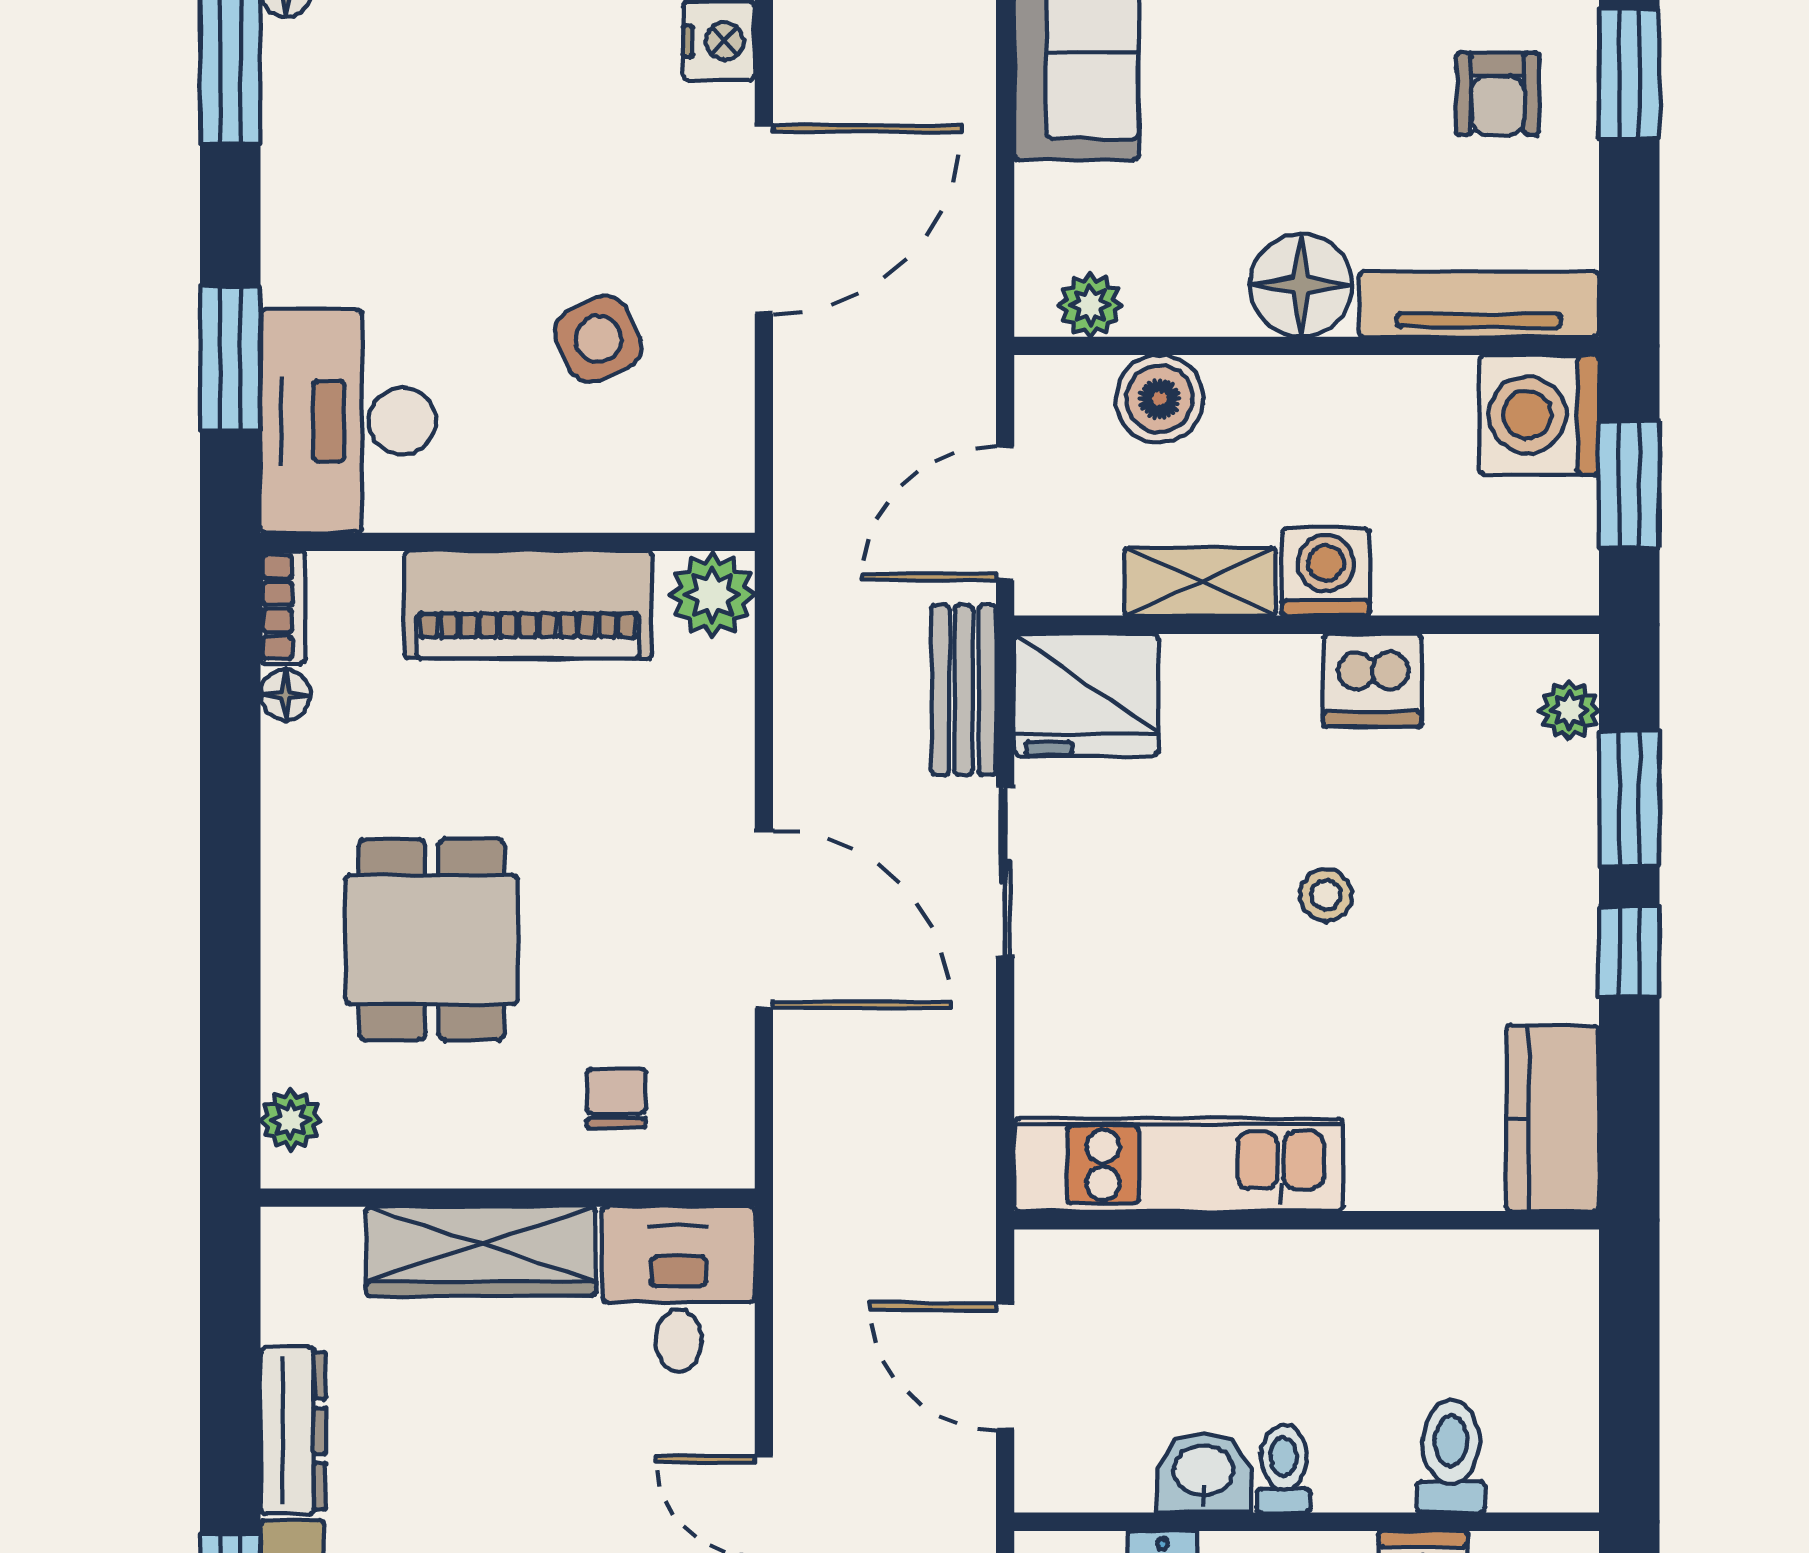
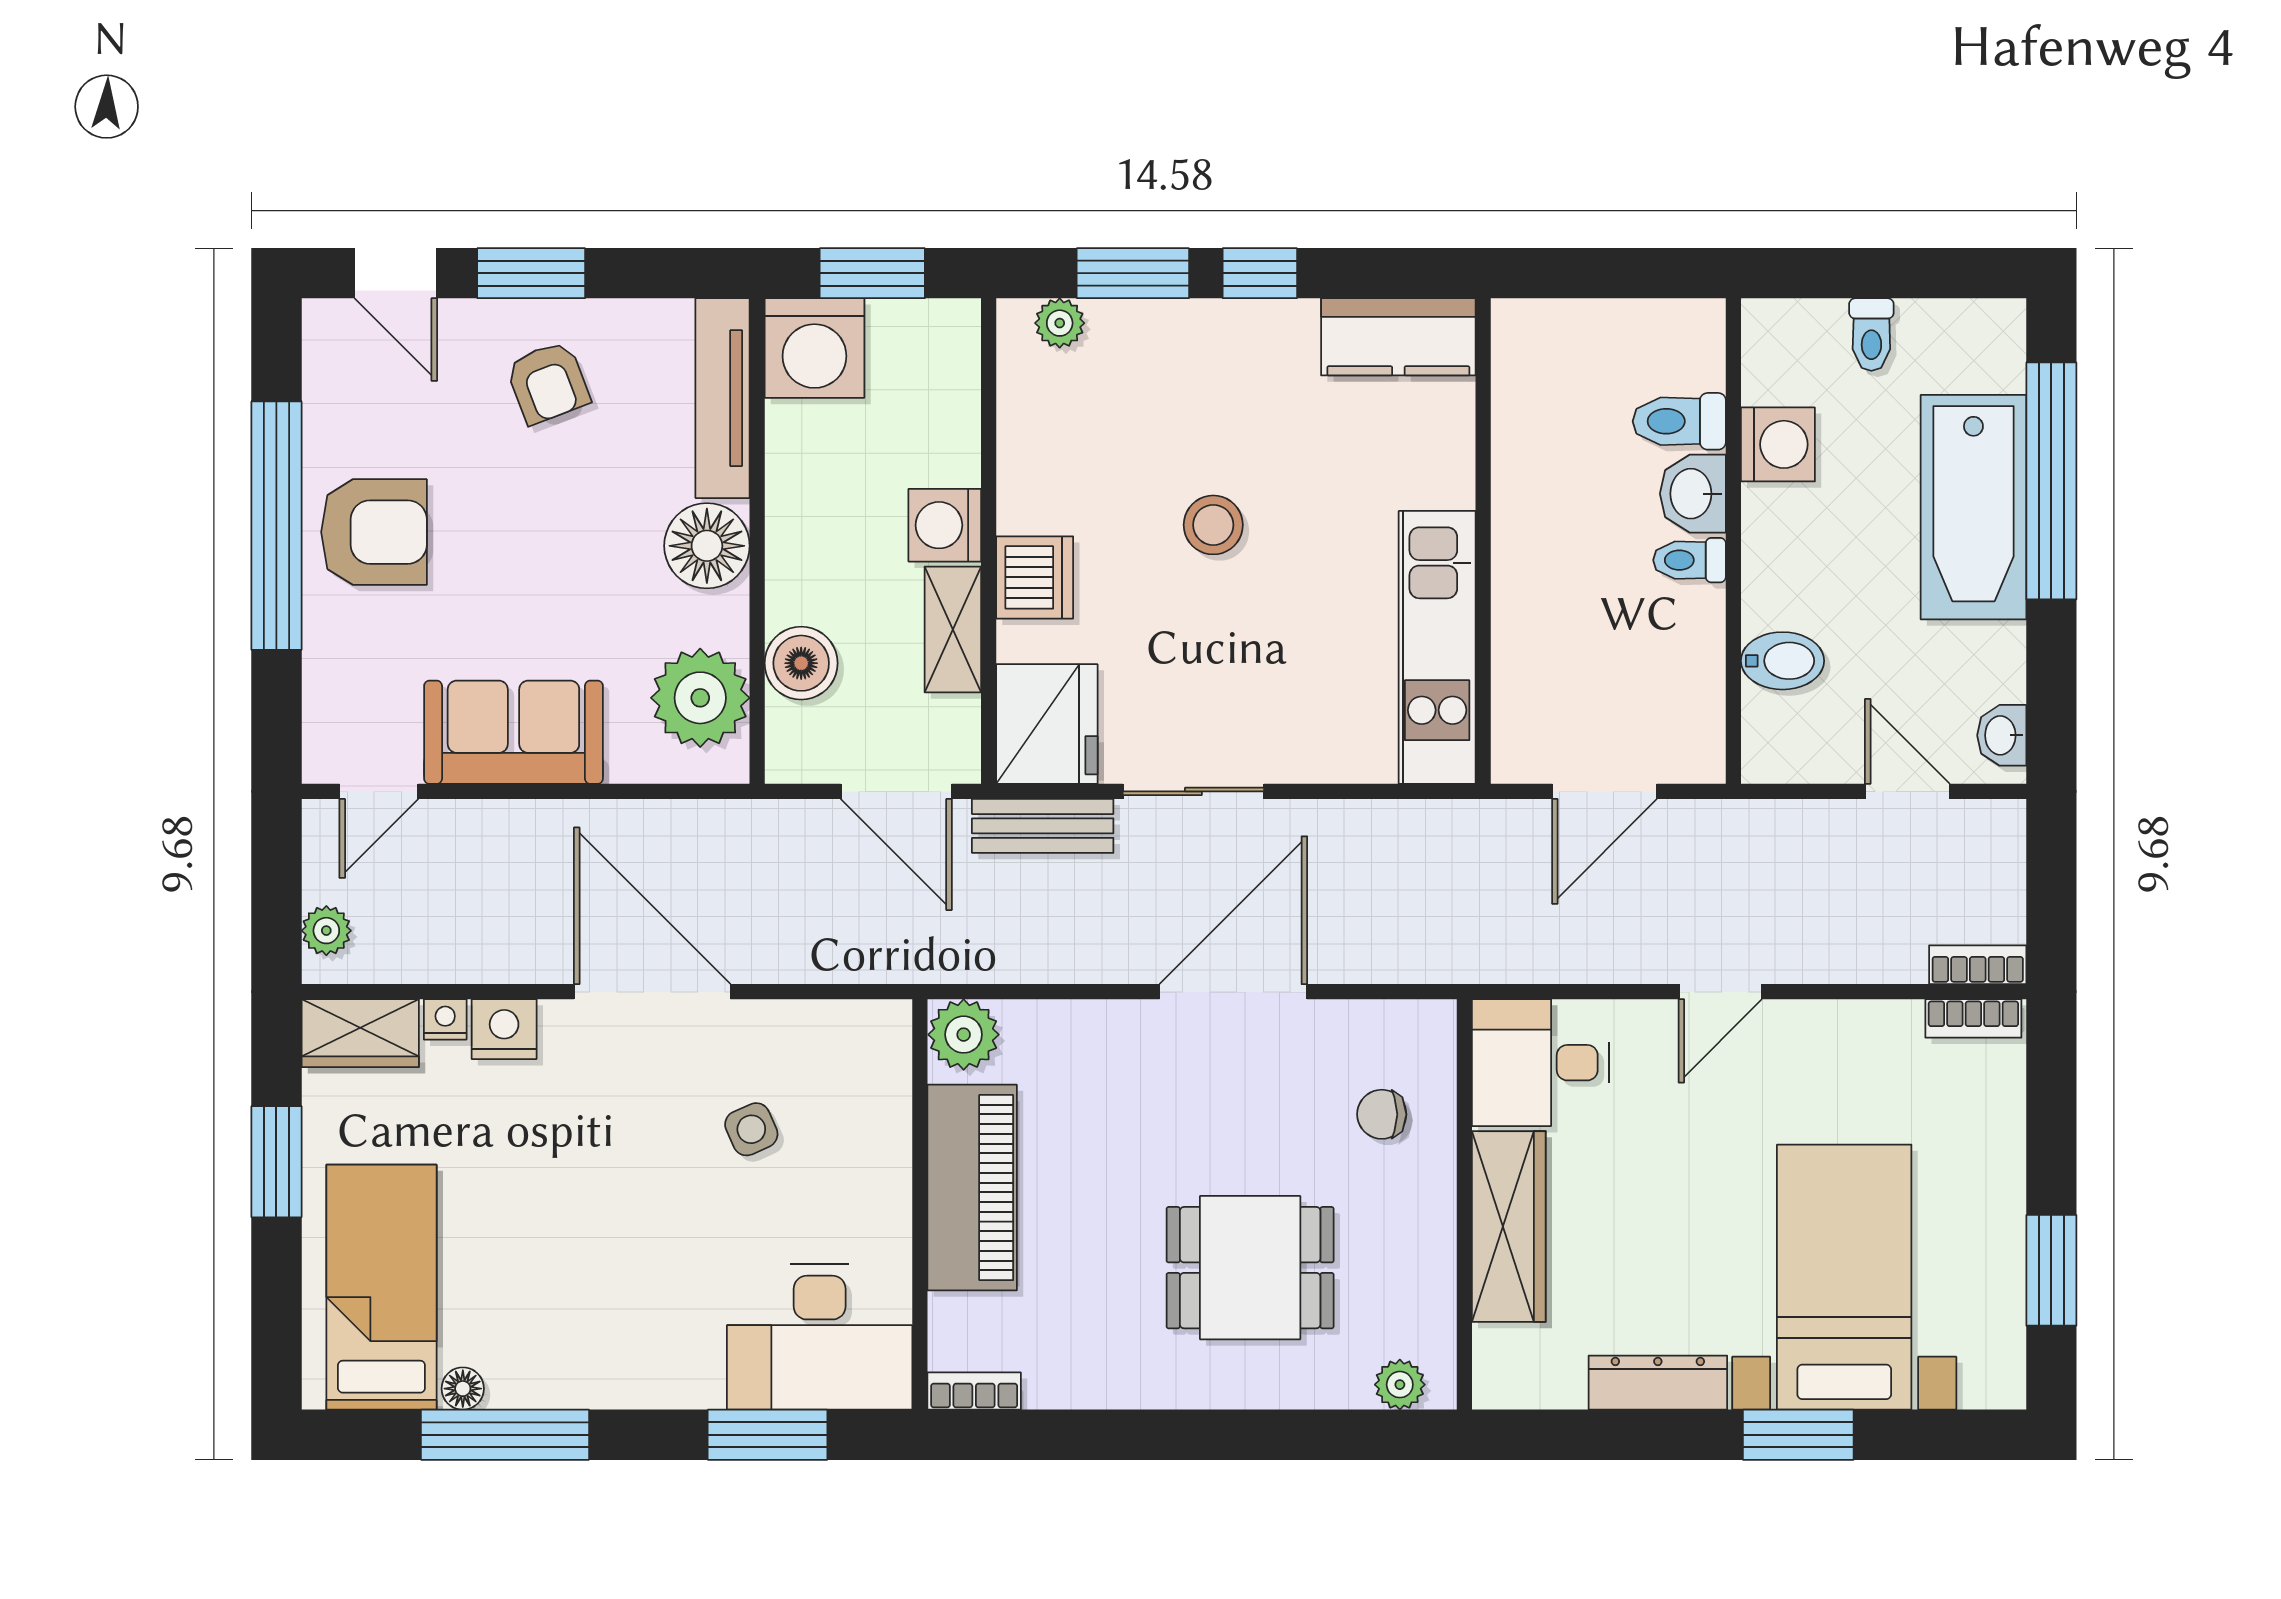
armchair: (1498, 94) -> (548, 383), turned 69
plant: (1090, 305) -> (700, 698), width x1.88, depth x1.88
side table: (598, 339) -> (751, 1129), width x0.73, depth x0.73
dishwasher: (1372, 680) -> (1035, 577), moved
floor lamp: (286, 695) -> (1047, 1389), removed
stool: (1326, 895) -> (1213, 525), width x1.37, depth x1.37
washbasin: (1204, 1473) -> (1693, 494), moved

